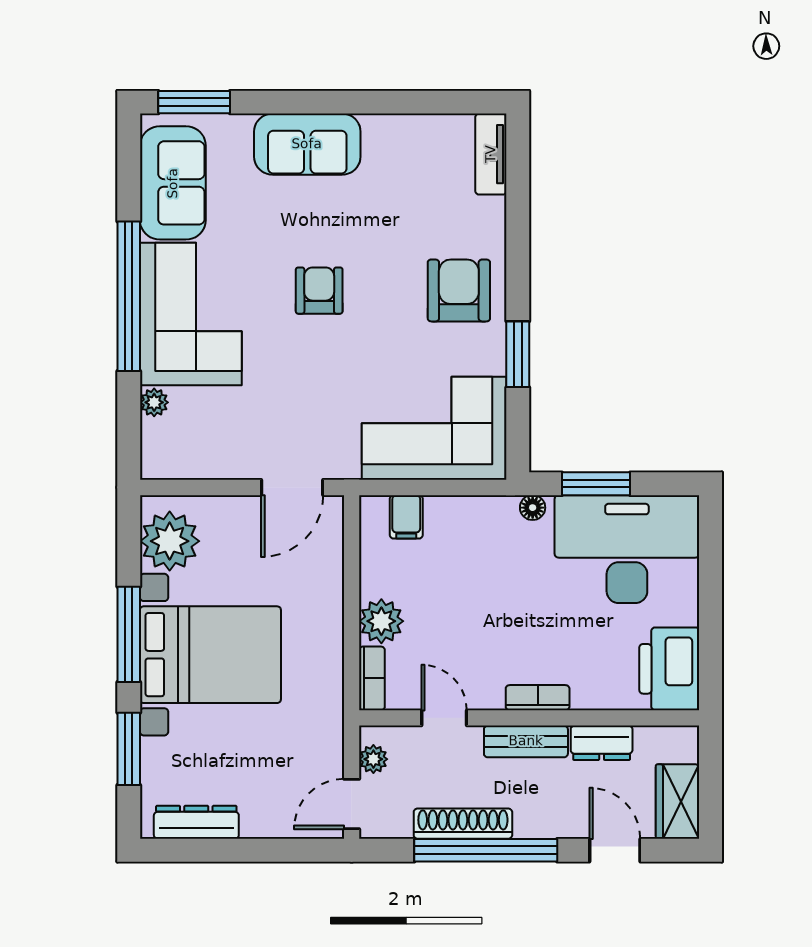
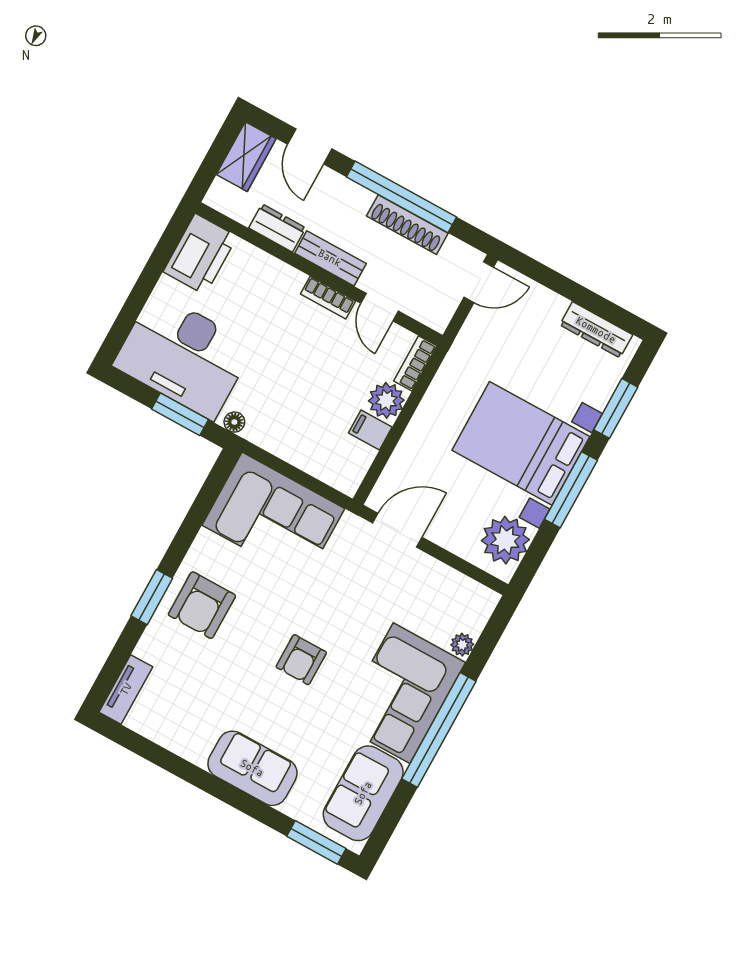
window: (518, 354) -> (152, 597), moved
filing cabinet: (406, 517) -> (370, 430), moved, turned -90
bookcase: (538, 698) -> (328, 298), moved
plant: (373, 759) -> (446, 306), removed

